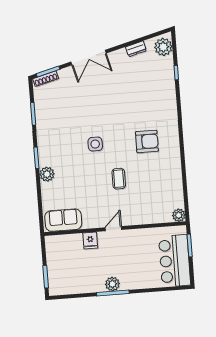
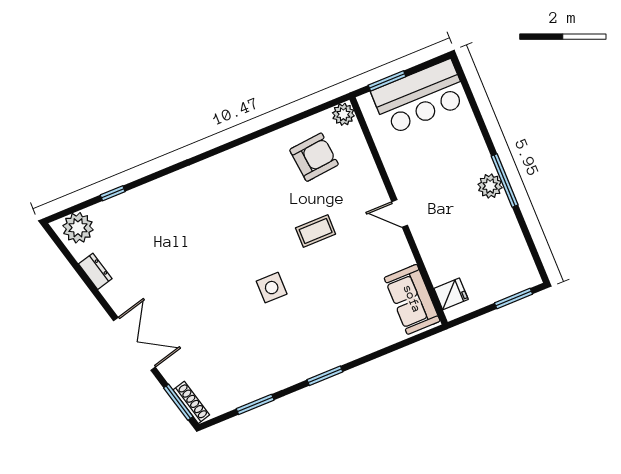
armchair: (147, 141) -> (314, 157), moved, turned 84
plant: (47, 174) -> (346, 350), removed
fridge: (90, 240) -> (451, 294), moved

